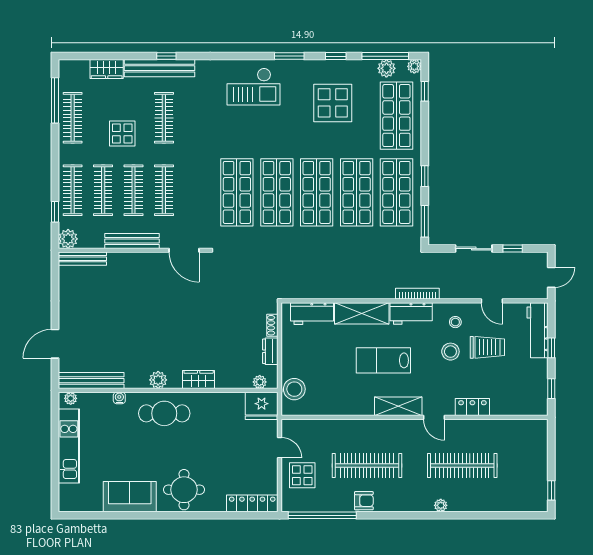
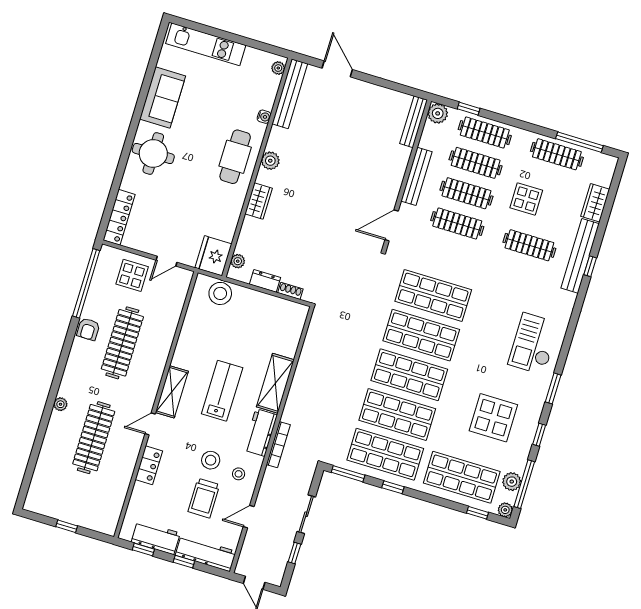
workbench: (312, 314) -> (156, 537), moved, turned 90
kitchen unit: (69, 446) -> (206, 44), moved
window: (551, 490) -> (67, 526), moved

